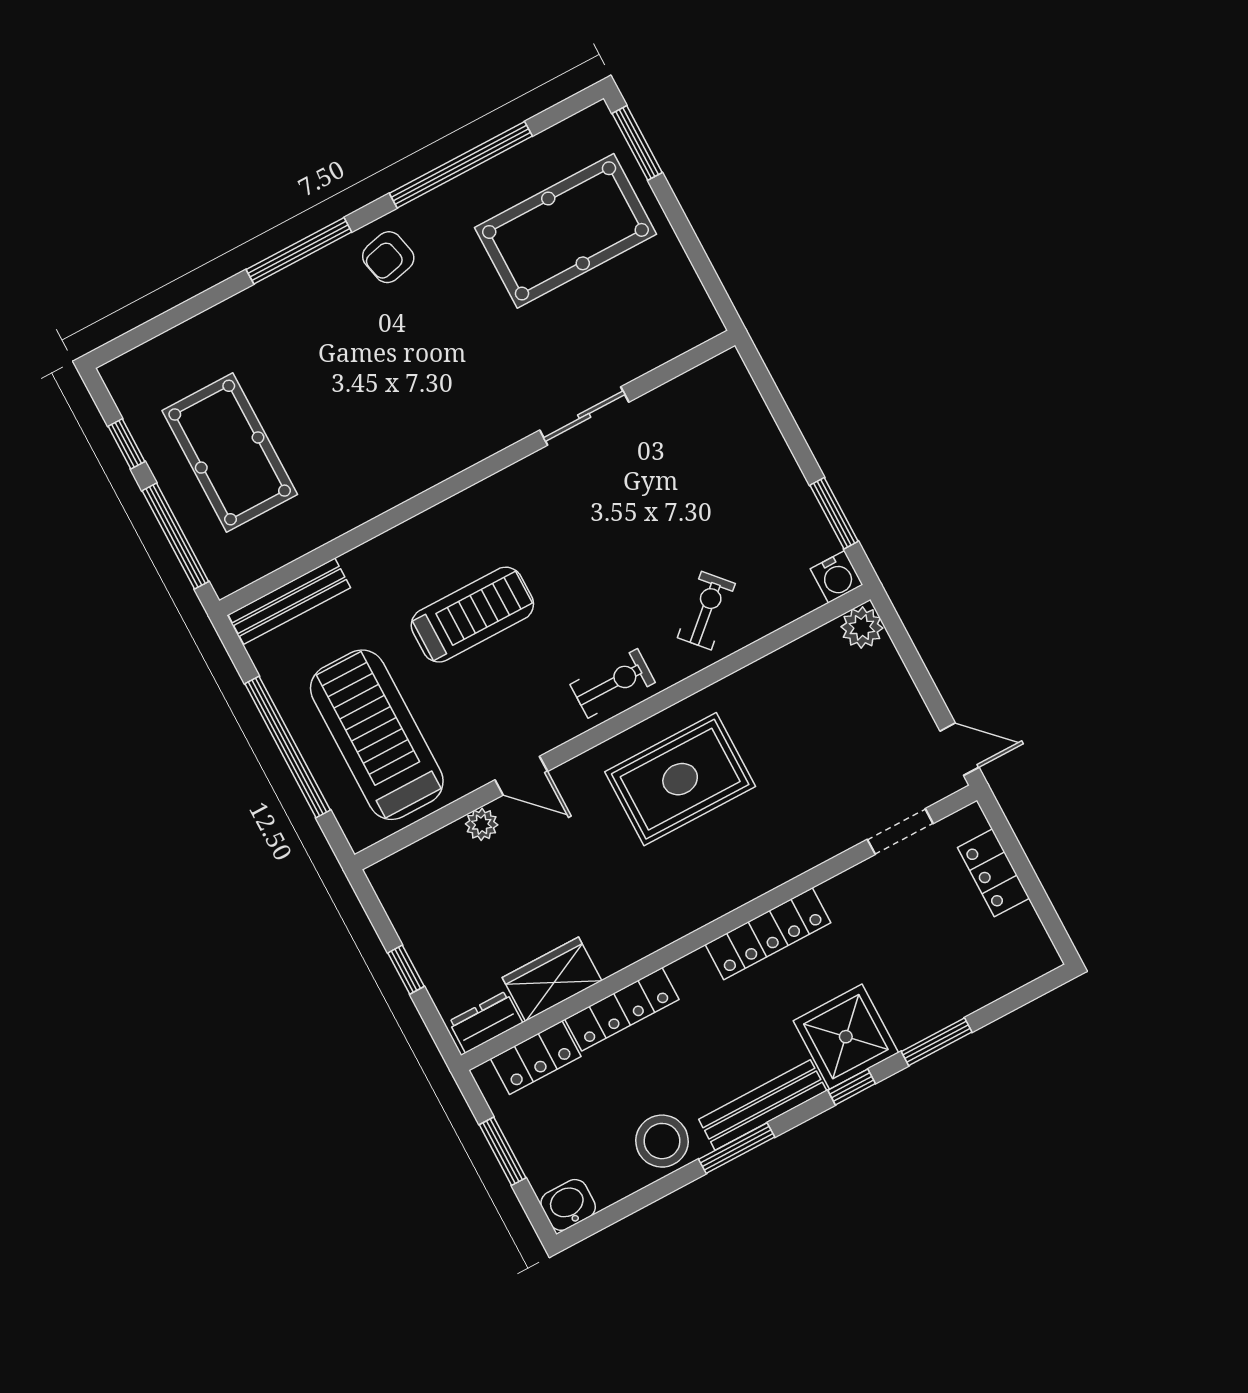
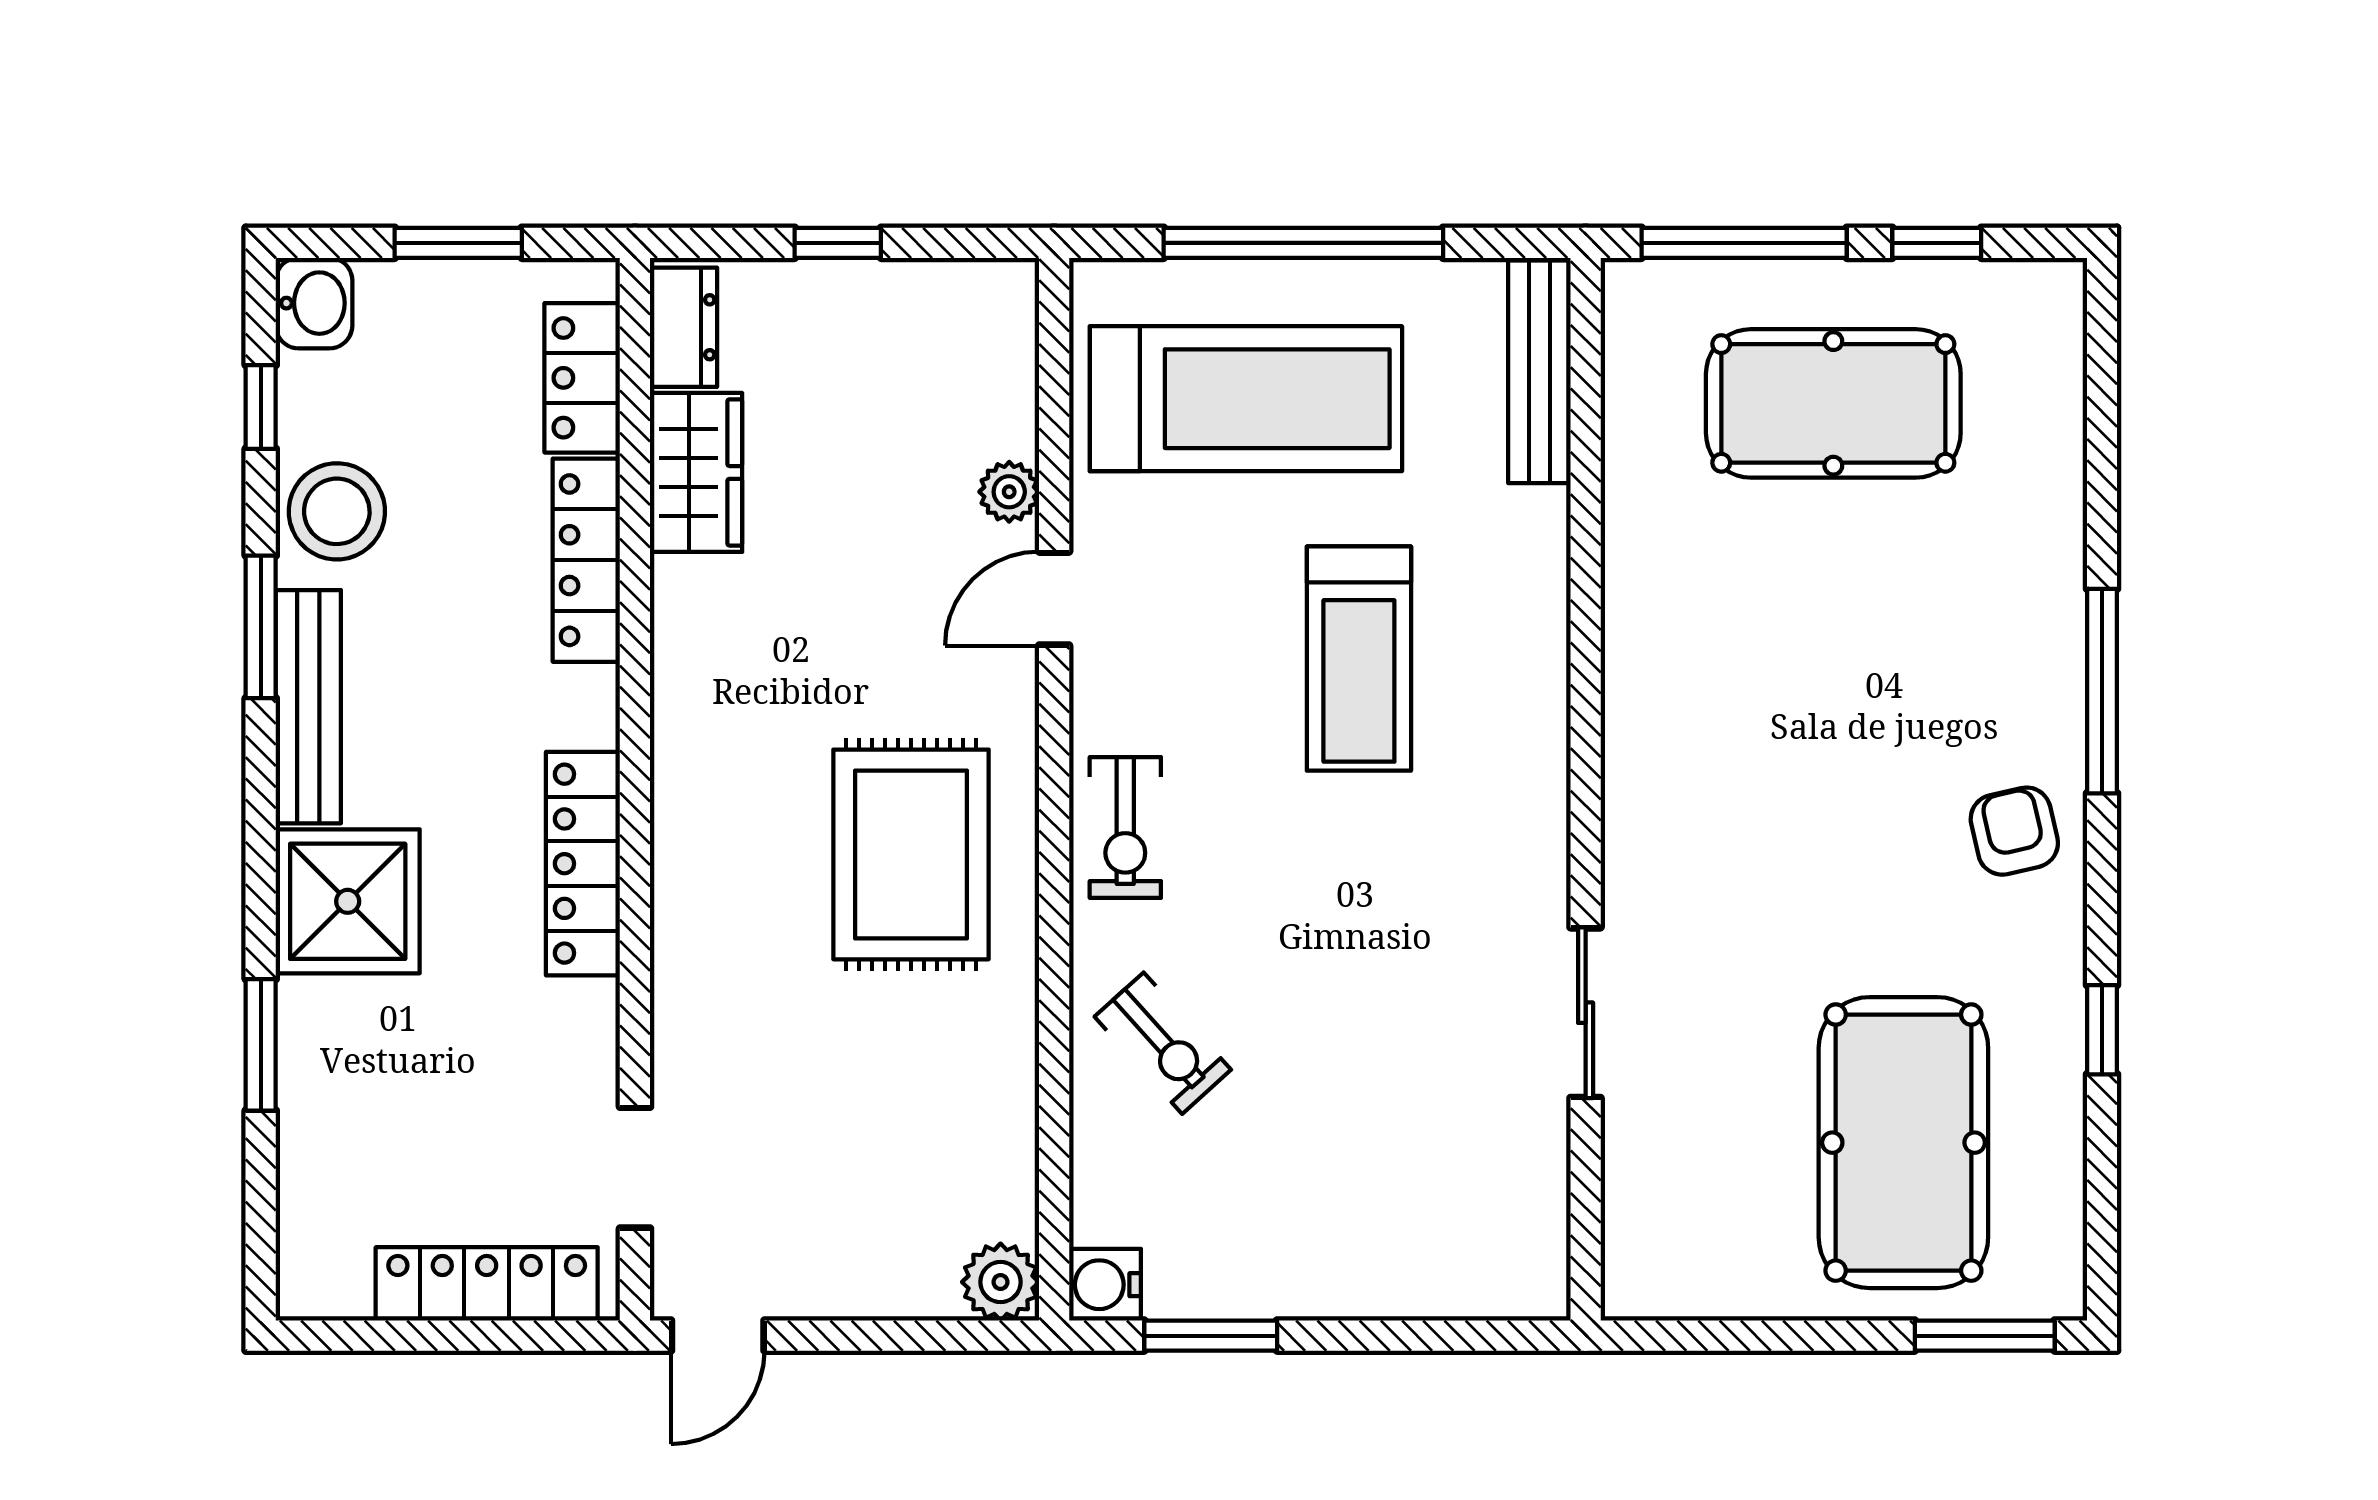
window: (461, 165) -> (2102, 1030), width x0.32
locker: (993, 873) -> (487, 1284), width x1.53
window: (852, 1087) -> (261, 407), moved

